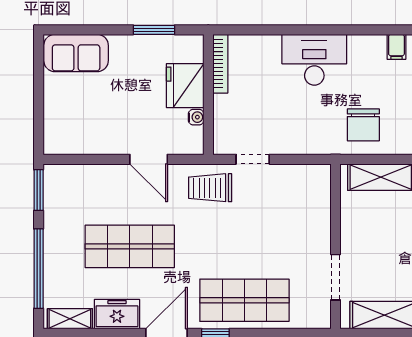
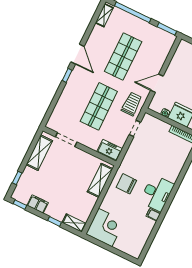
desk: (314, 60) -> (157, 193), moved
shop shelf: (244, 300) -> (99, 106), moved
freezer: (117, 314) -> (110, 150), moved, turned -90

